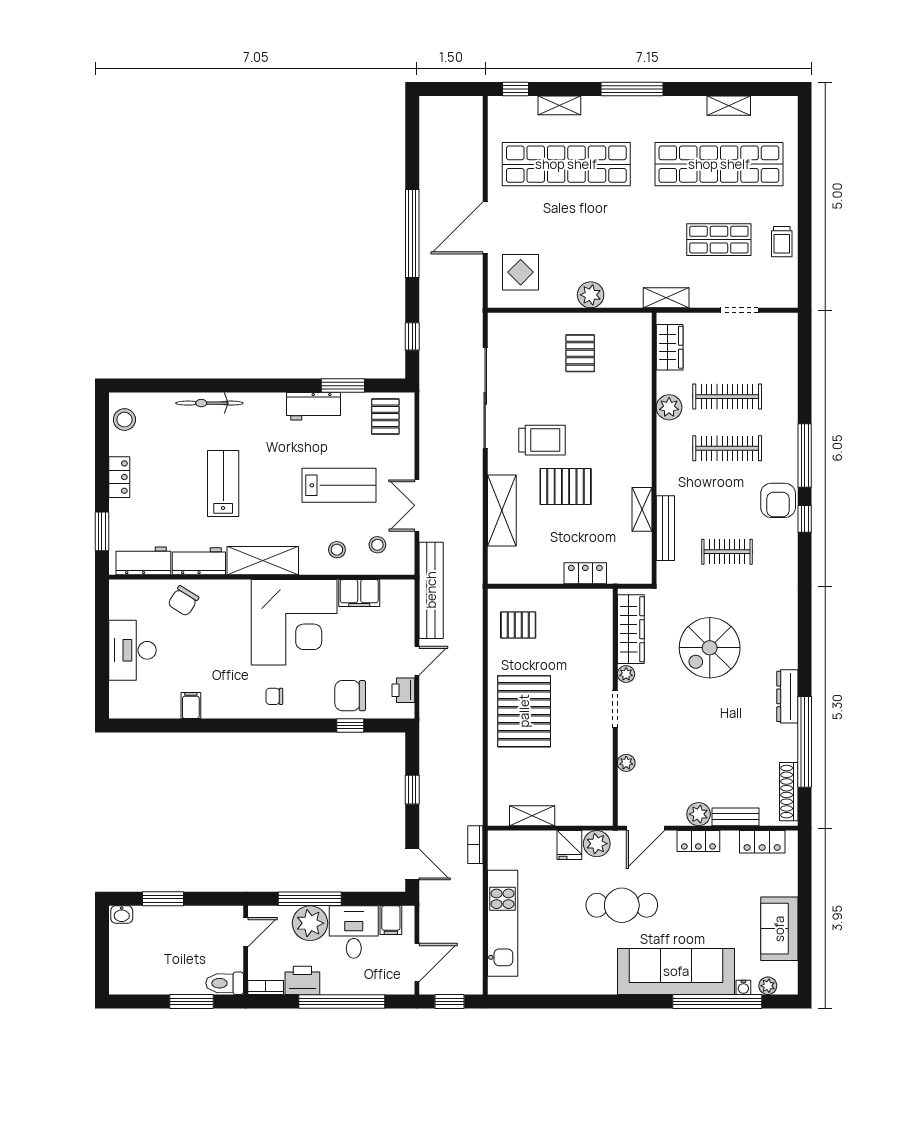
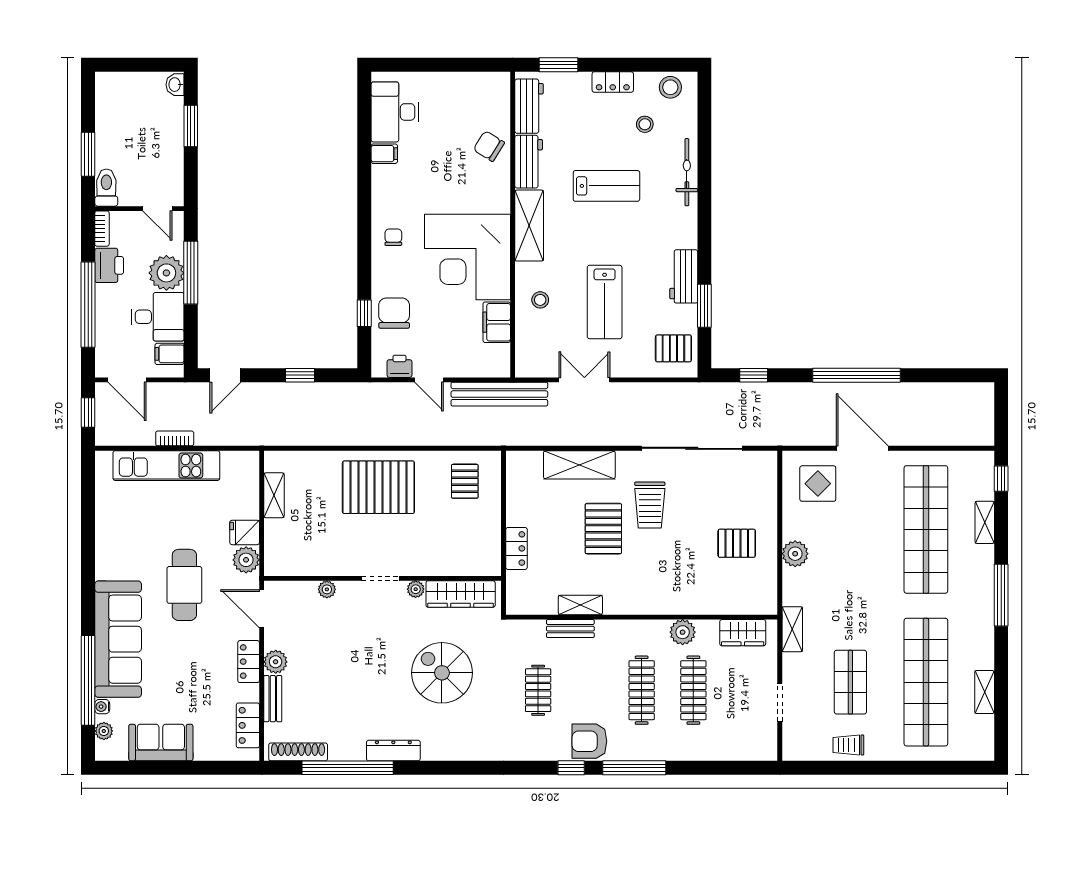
bench: (665, 528) -> (570, 629), width x0.73
stool: (377, 545) -> (645, 124), moved
desk: (132, 650) -> (395, 112), moved, turned -90
bookcase: (475, 845) -> (175, 438), moved

